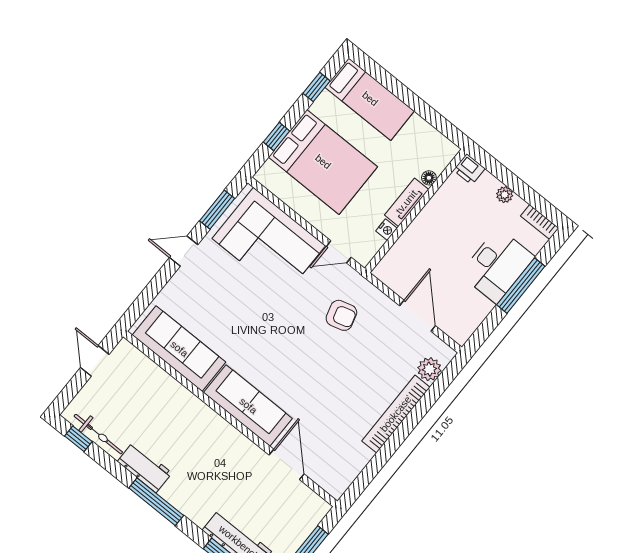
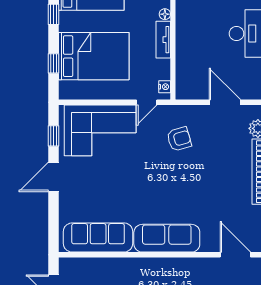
window: (217, 210) -> (54, 136), width x0.67
nightstand: (387, 230) -> (165, 87), moved
door: (184, 251) -> (54, 177), width x1.38
door: (287, 464) -> (235, 255), moved

